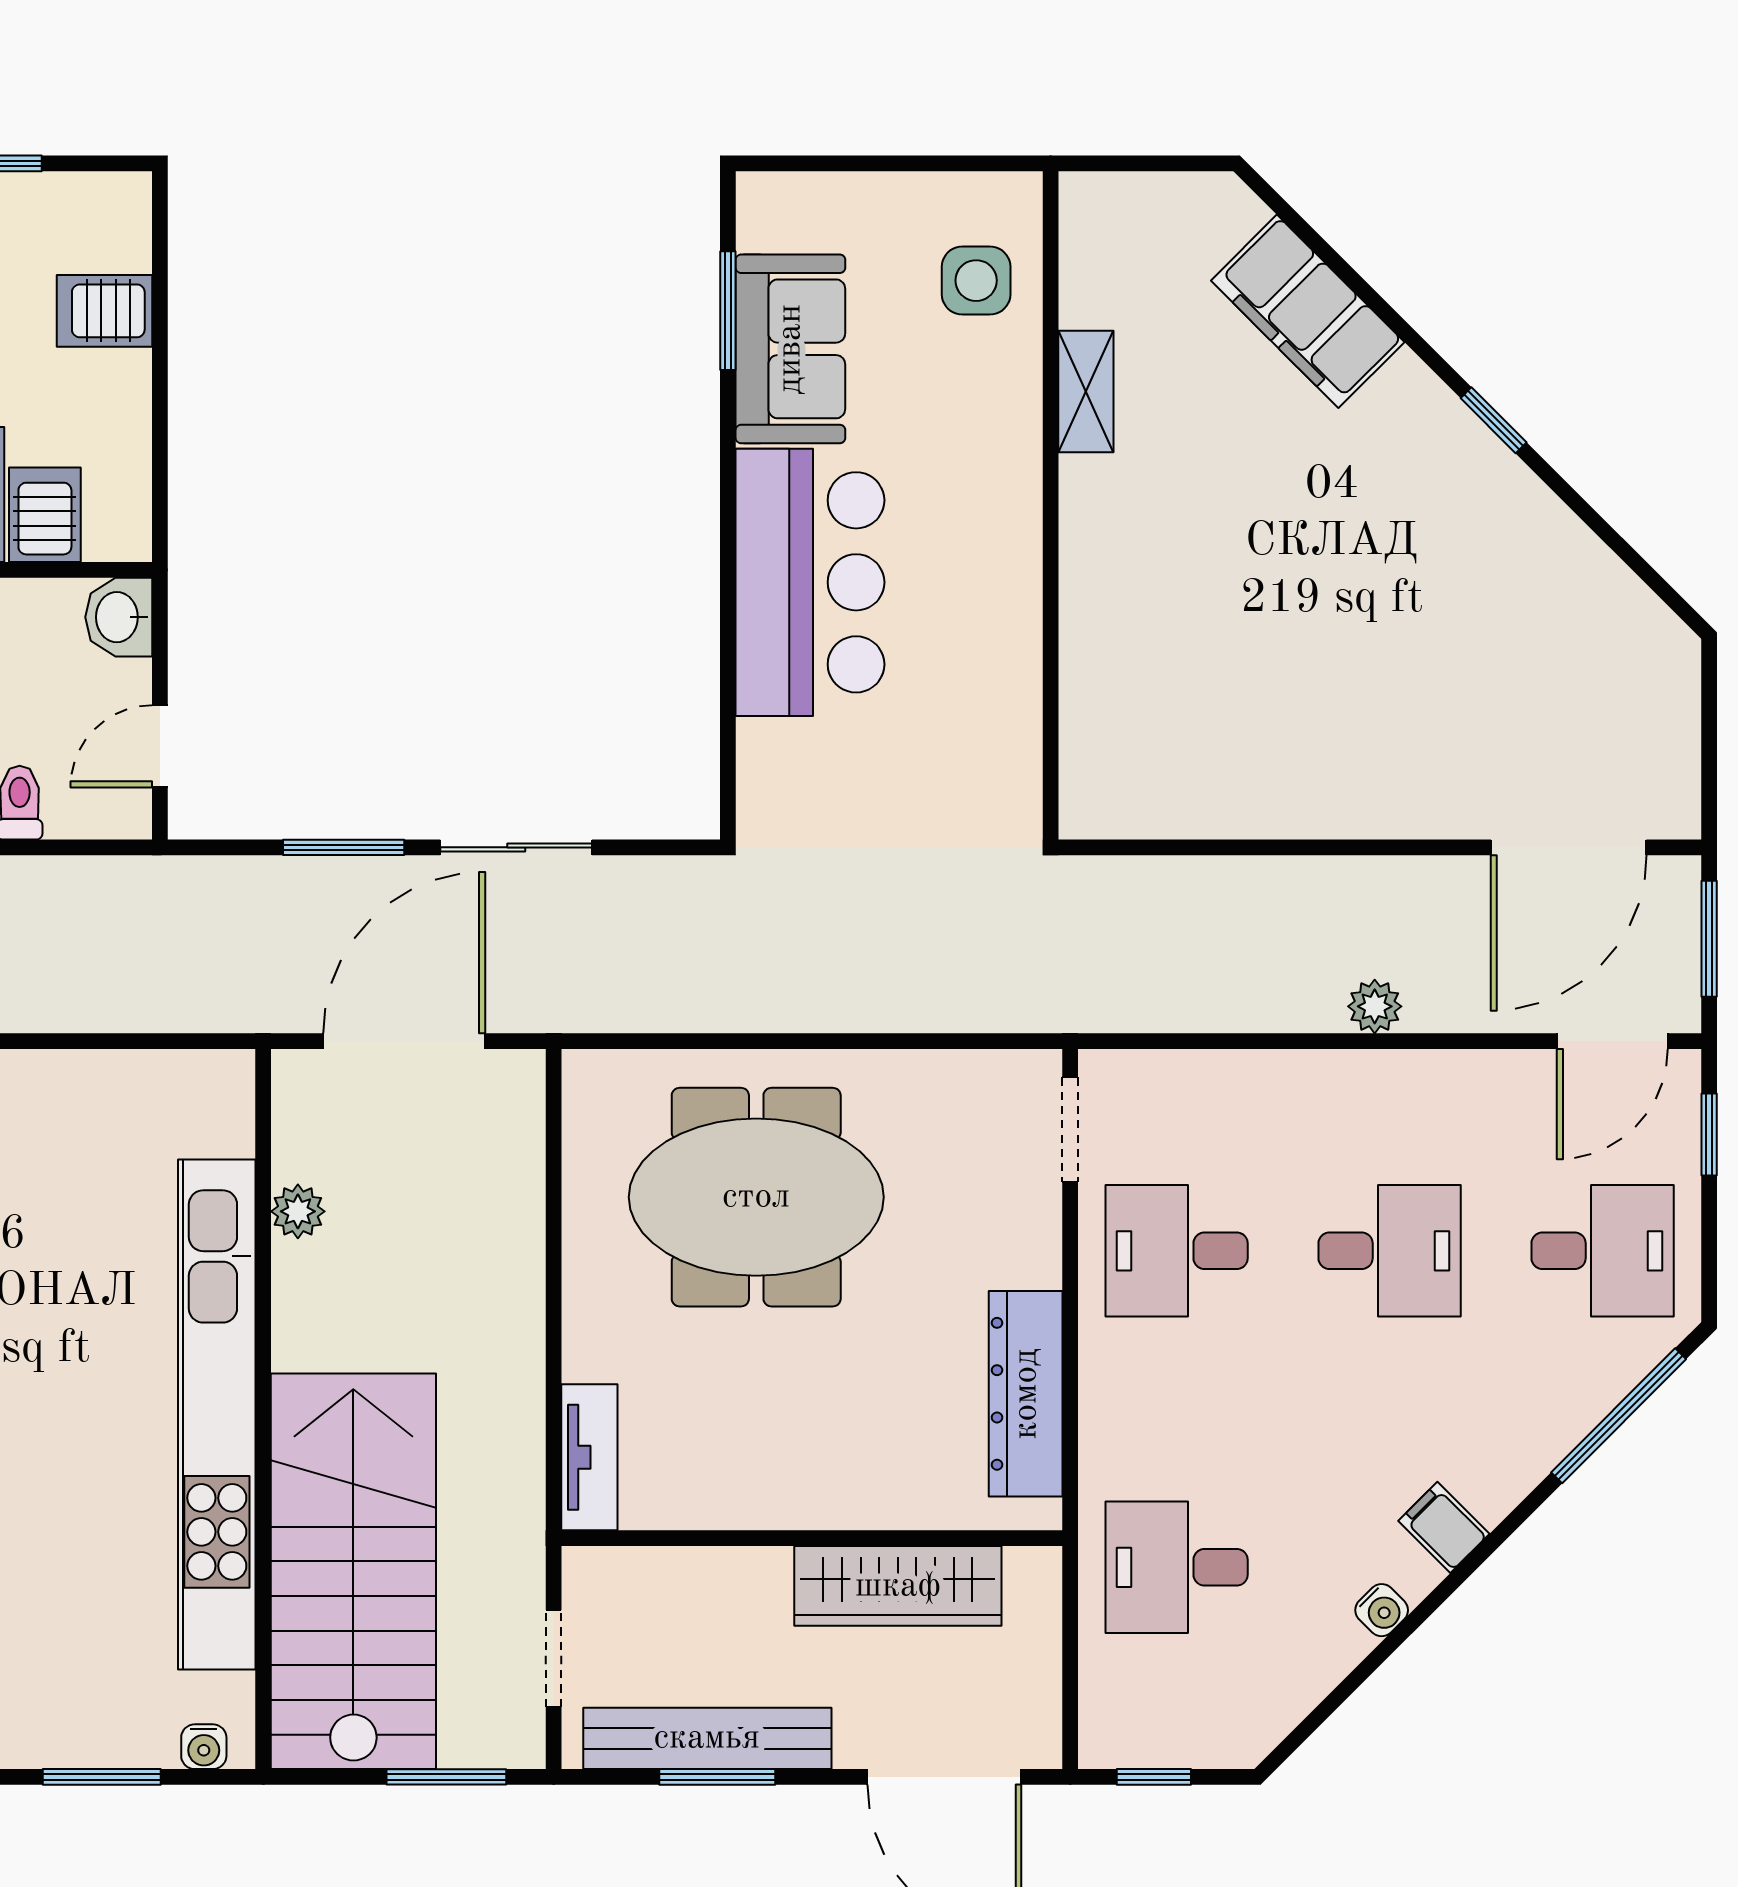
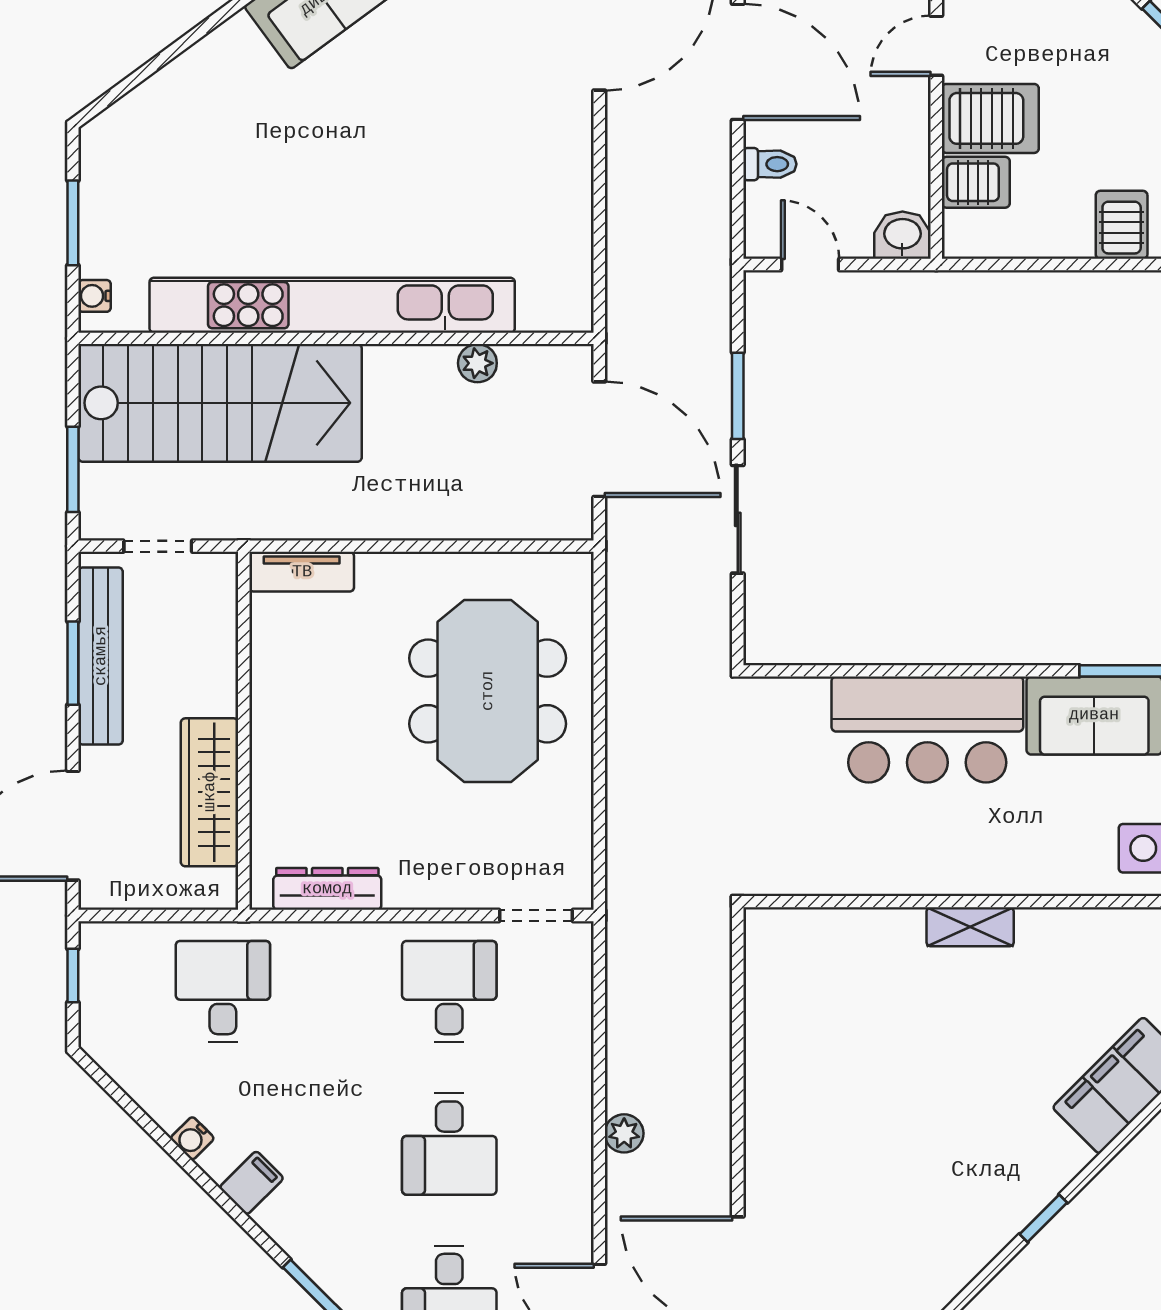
shelving: (1086, 392) -> (970, 927), moved
dresser: (1026, 1394) -> (327, 889), width x0.73, depth x0.80

